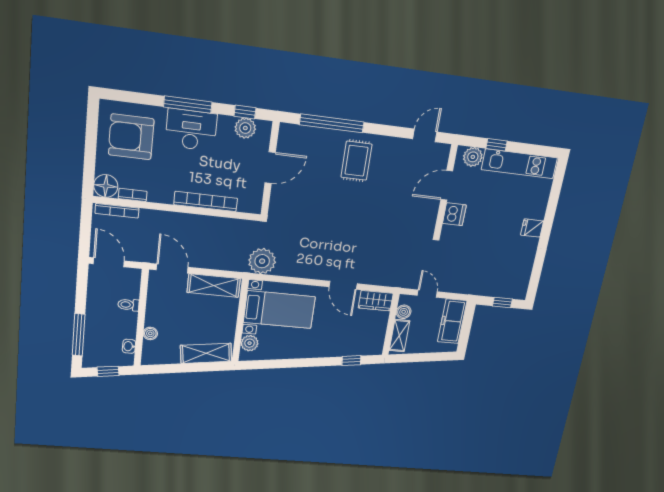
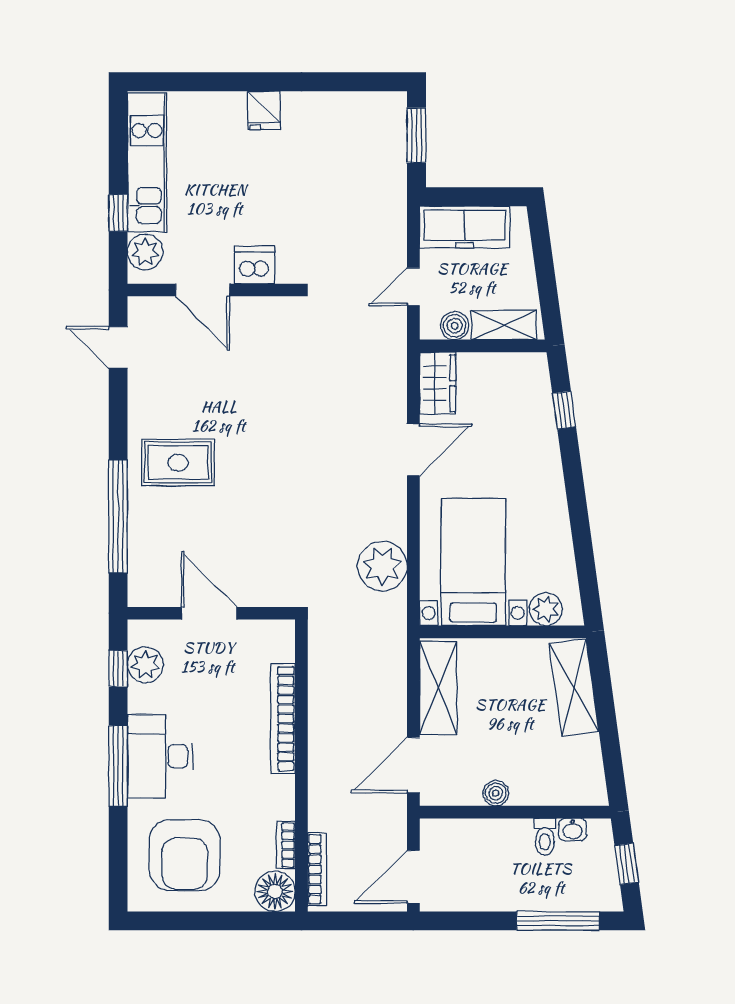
plant: (262, 261) -> (382, 566), moved
window: (502, 302) -> (416, 135), width x1.50
toilet: (128, 305) -> (545, 837), moved
boiler: (150, 333) -> (496, 793), moved

